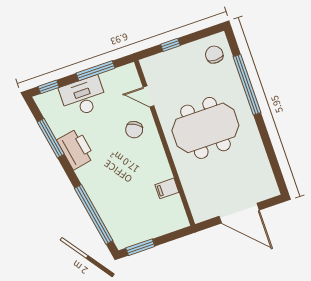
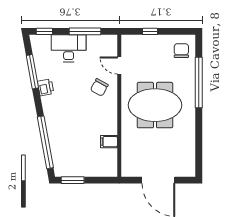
printer: (76, 149) -> (46, 87), width x0.53, depth x0.68

